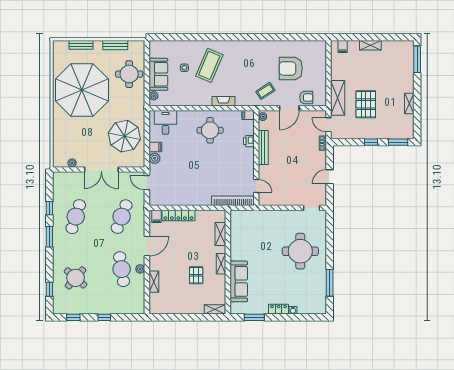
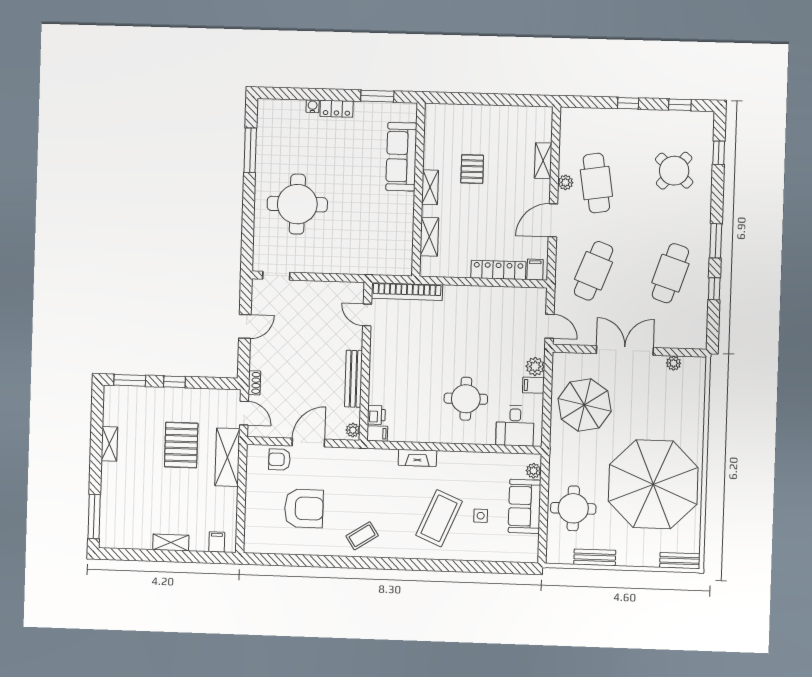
bench: (81, 45) -> (680, 561), moved
coffee table: (265, 91) -> (362, 536), moved
round table: (210, 130) -> (466, 399), moved
printer: (249, 141) -> (376, 415), moved
shelving: (215, 309) -> (443, 111), removed

